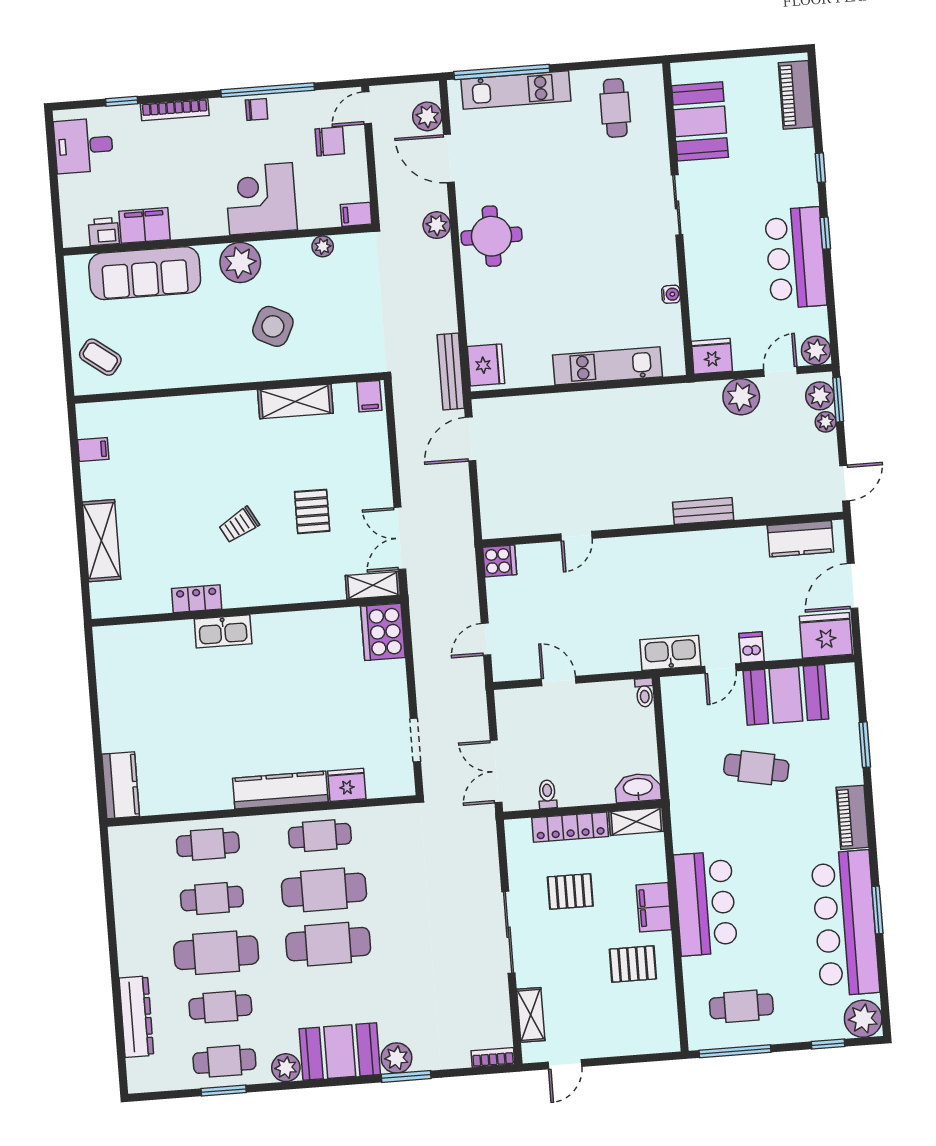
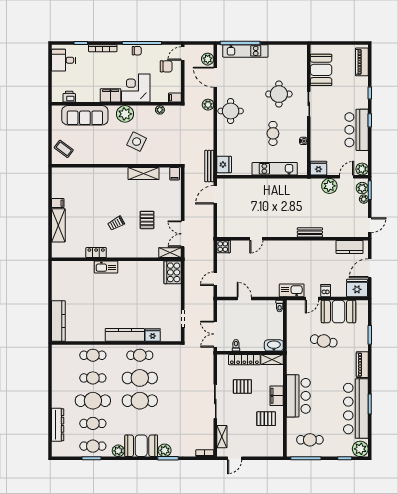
cafe table: (615, 108) -> (273, 133), moved
round table: (604, 187) -> (279, 94), added
filing cabinet: (144, 225) -> (111, 95), moved
filing cabinet: (93, 450) -> (58, 203), moved
kitchen counter: (121, 785) -> (58, 321), width x1.50

